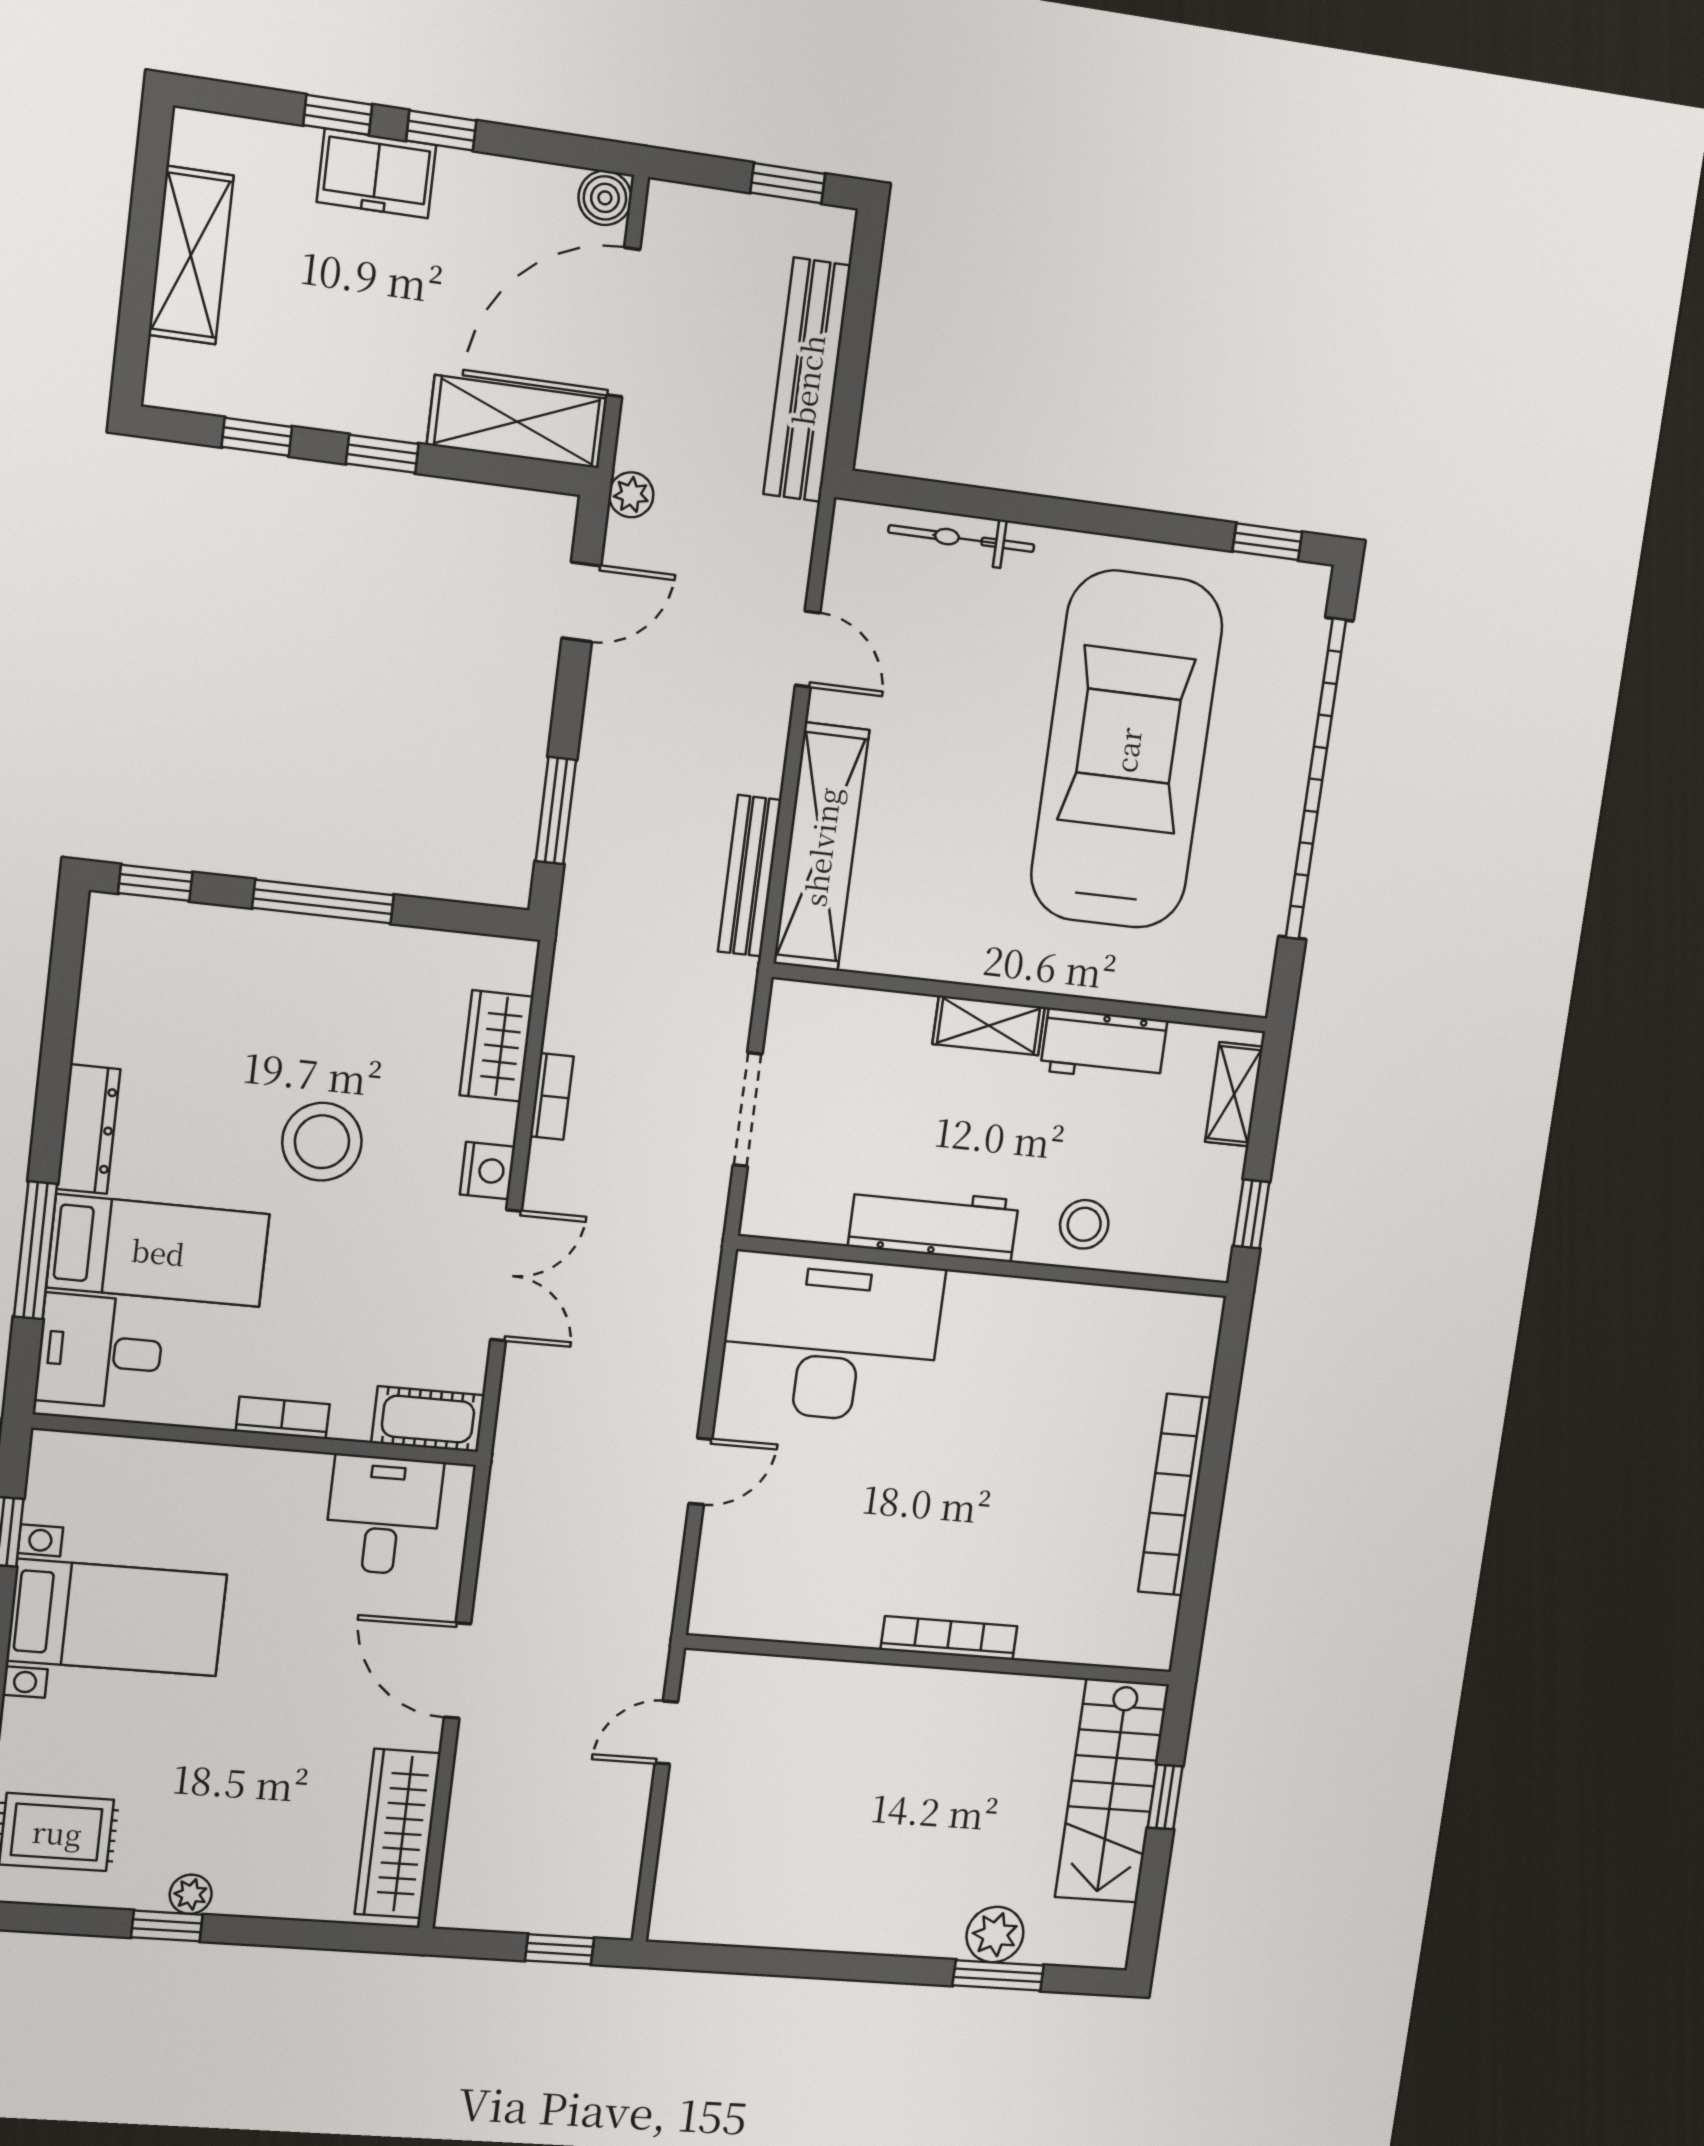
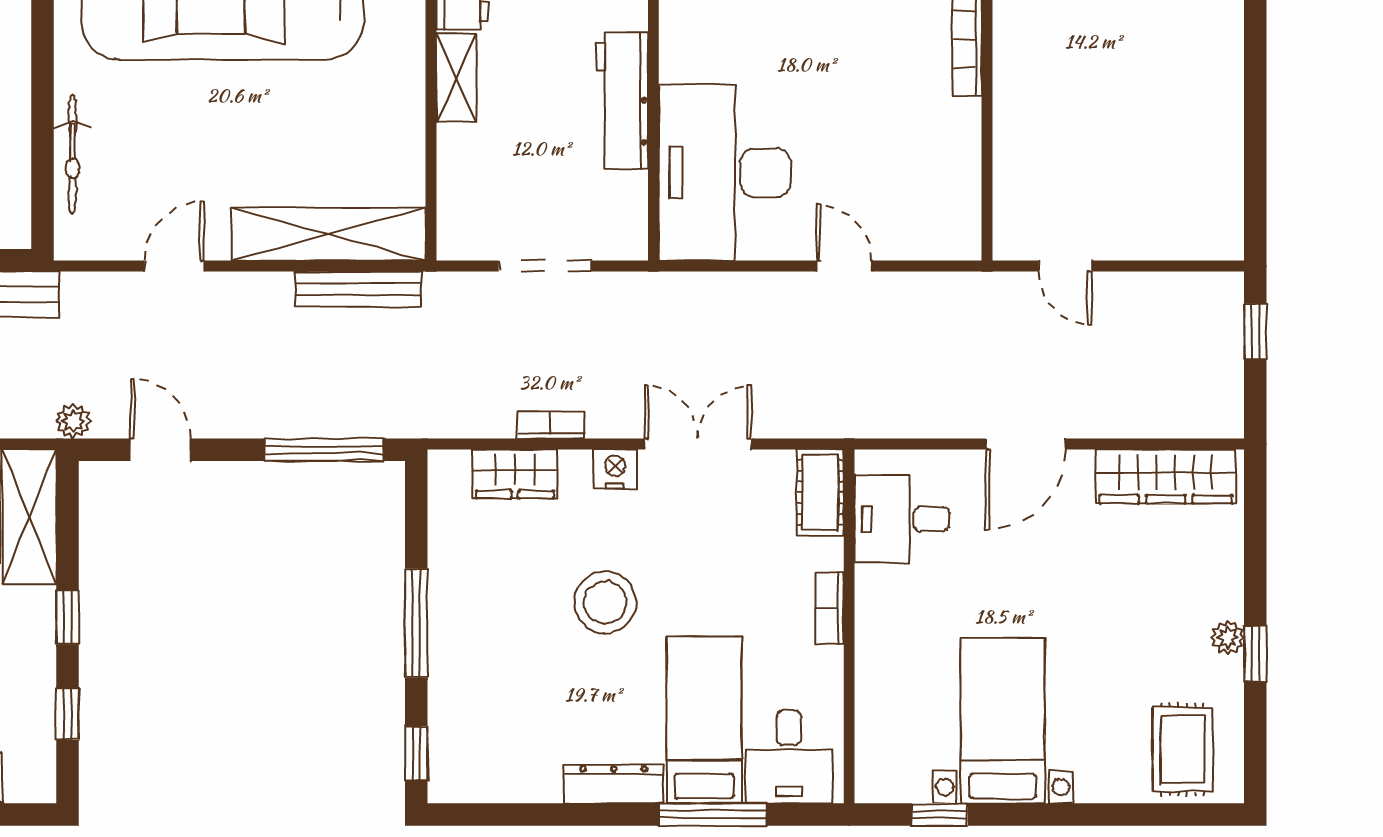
window: (556, 811) -> (324, 450), width x1.44

